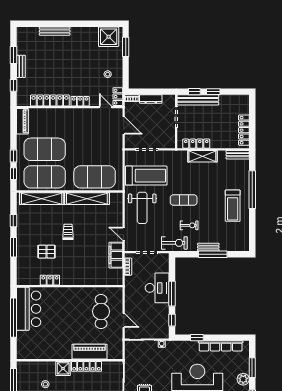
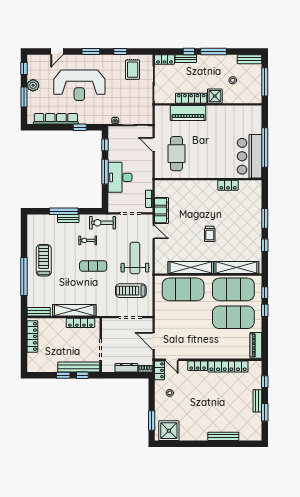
shelving: (202, 156) -> (74, 310), width x1.47
treadmill: (146, 176) -> (131, 291), width x0.73, depth x0.73
pallet: (47, 252) -> (231, 214), removed

